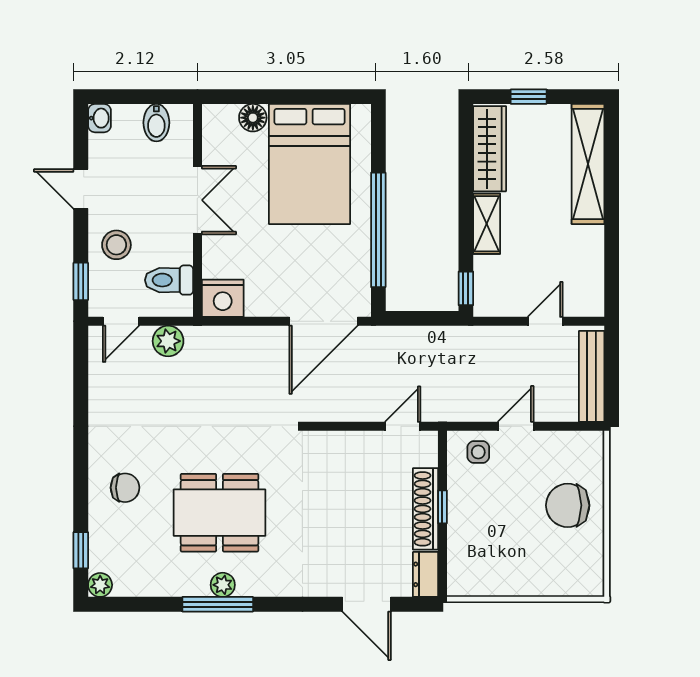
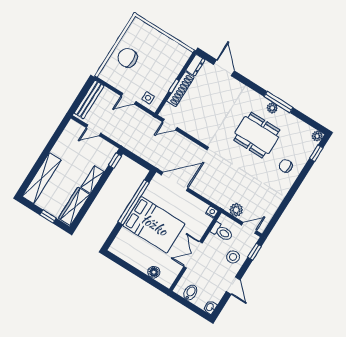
bed: (309, 164) -> (154, 225), moved, turned 90
nightstand: (223, 298) -> (212, 212), width x0.53, depth x0.56
chair: (568, 505) -> (128, 58), turned 180

